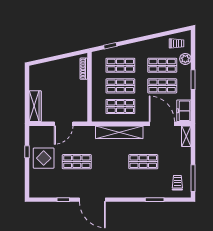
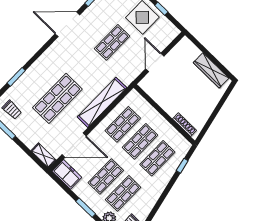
wardrobe: (35, 106) -> (211, 70), moved
shop shelf: (143, 162) -> (57, 98), width x1.43, depth x1.36

